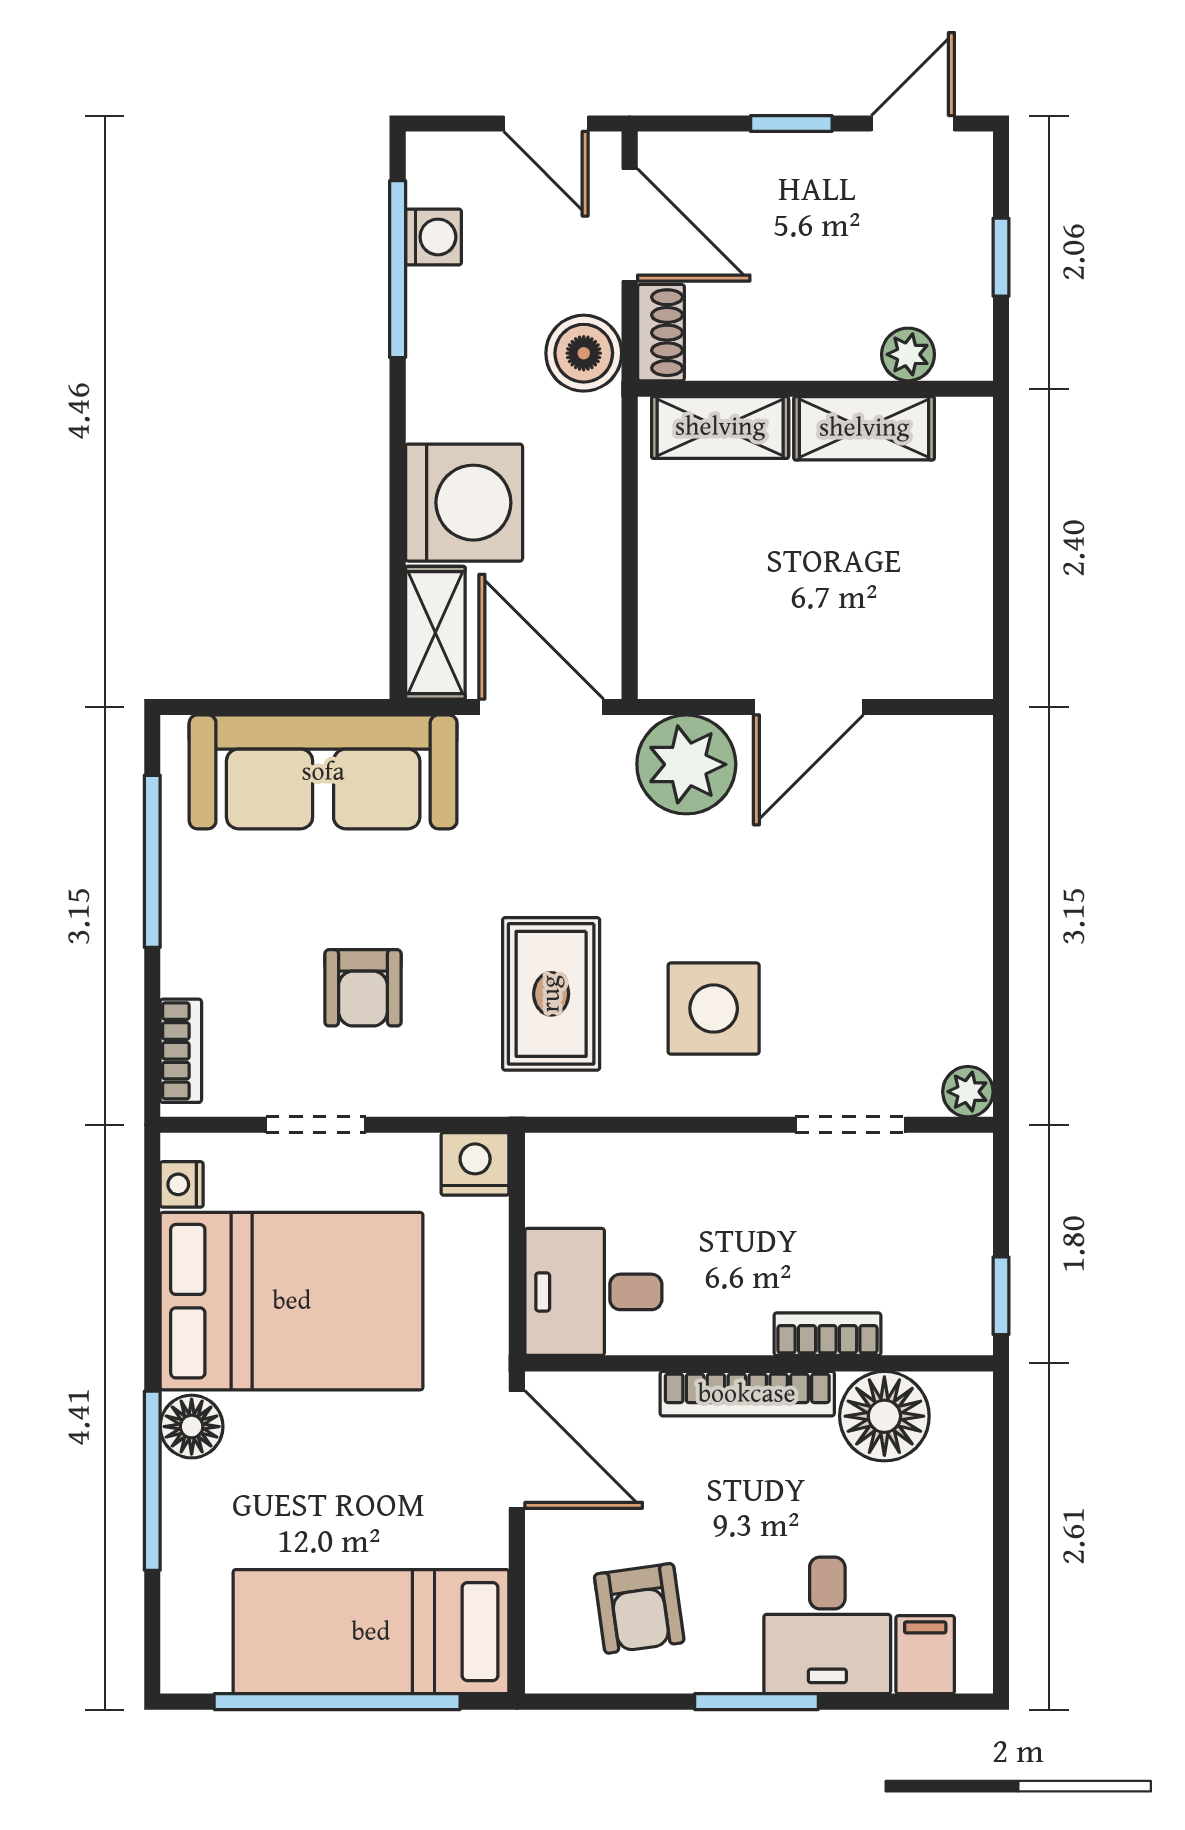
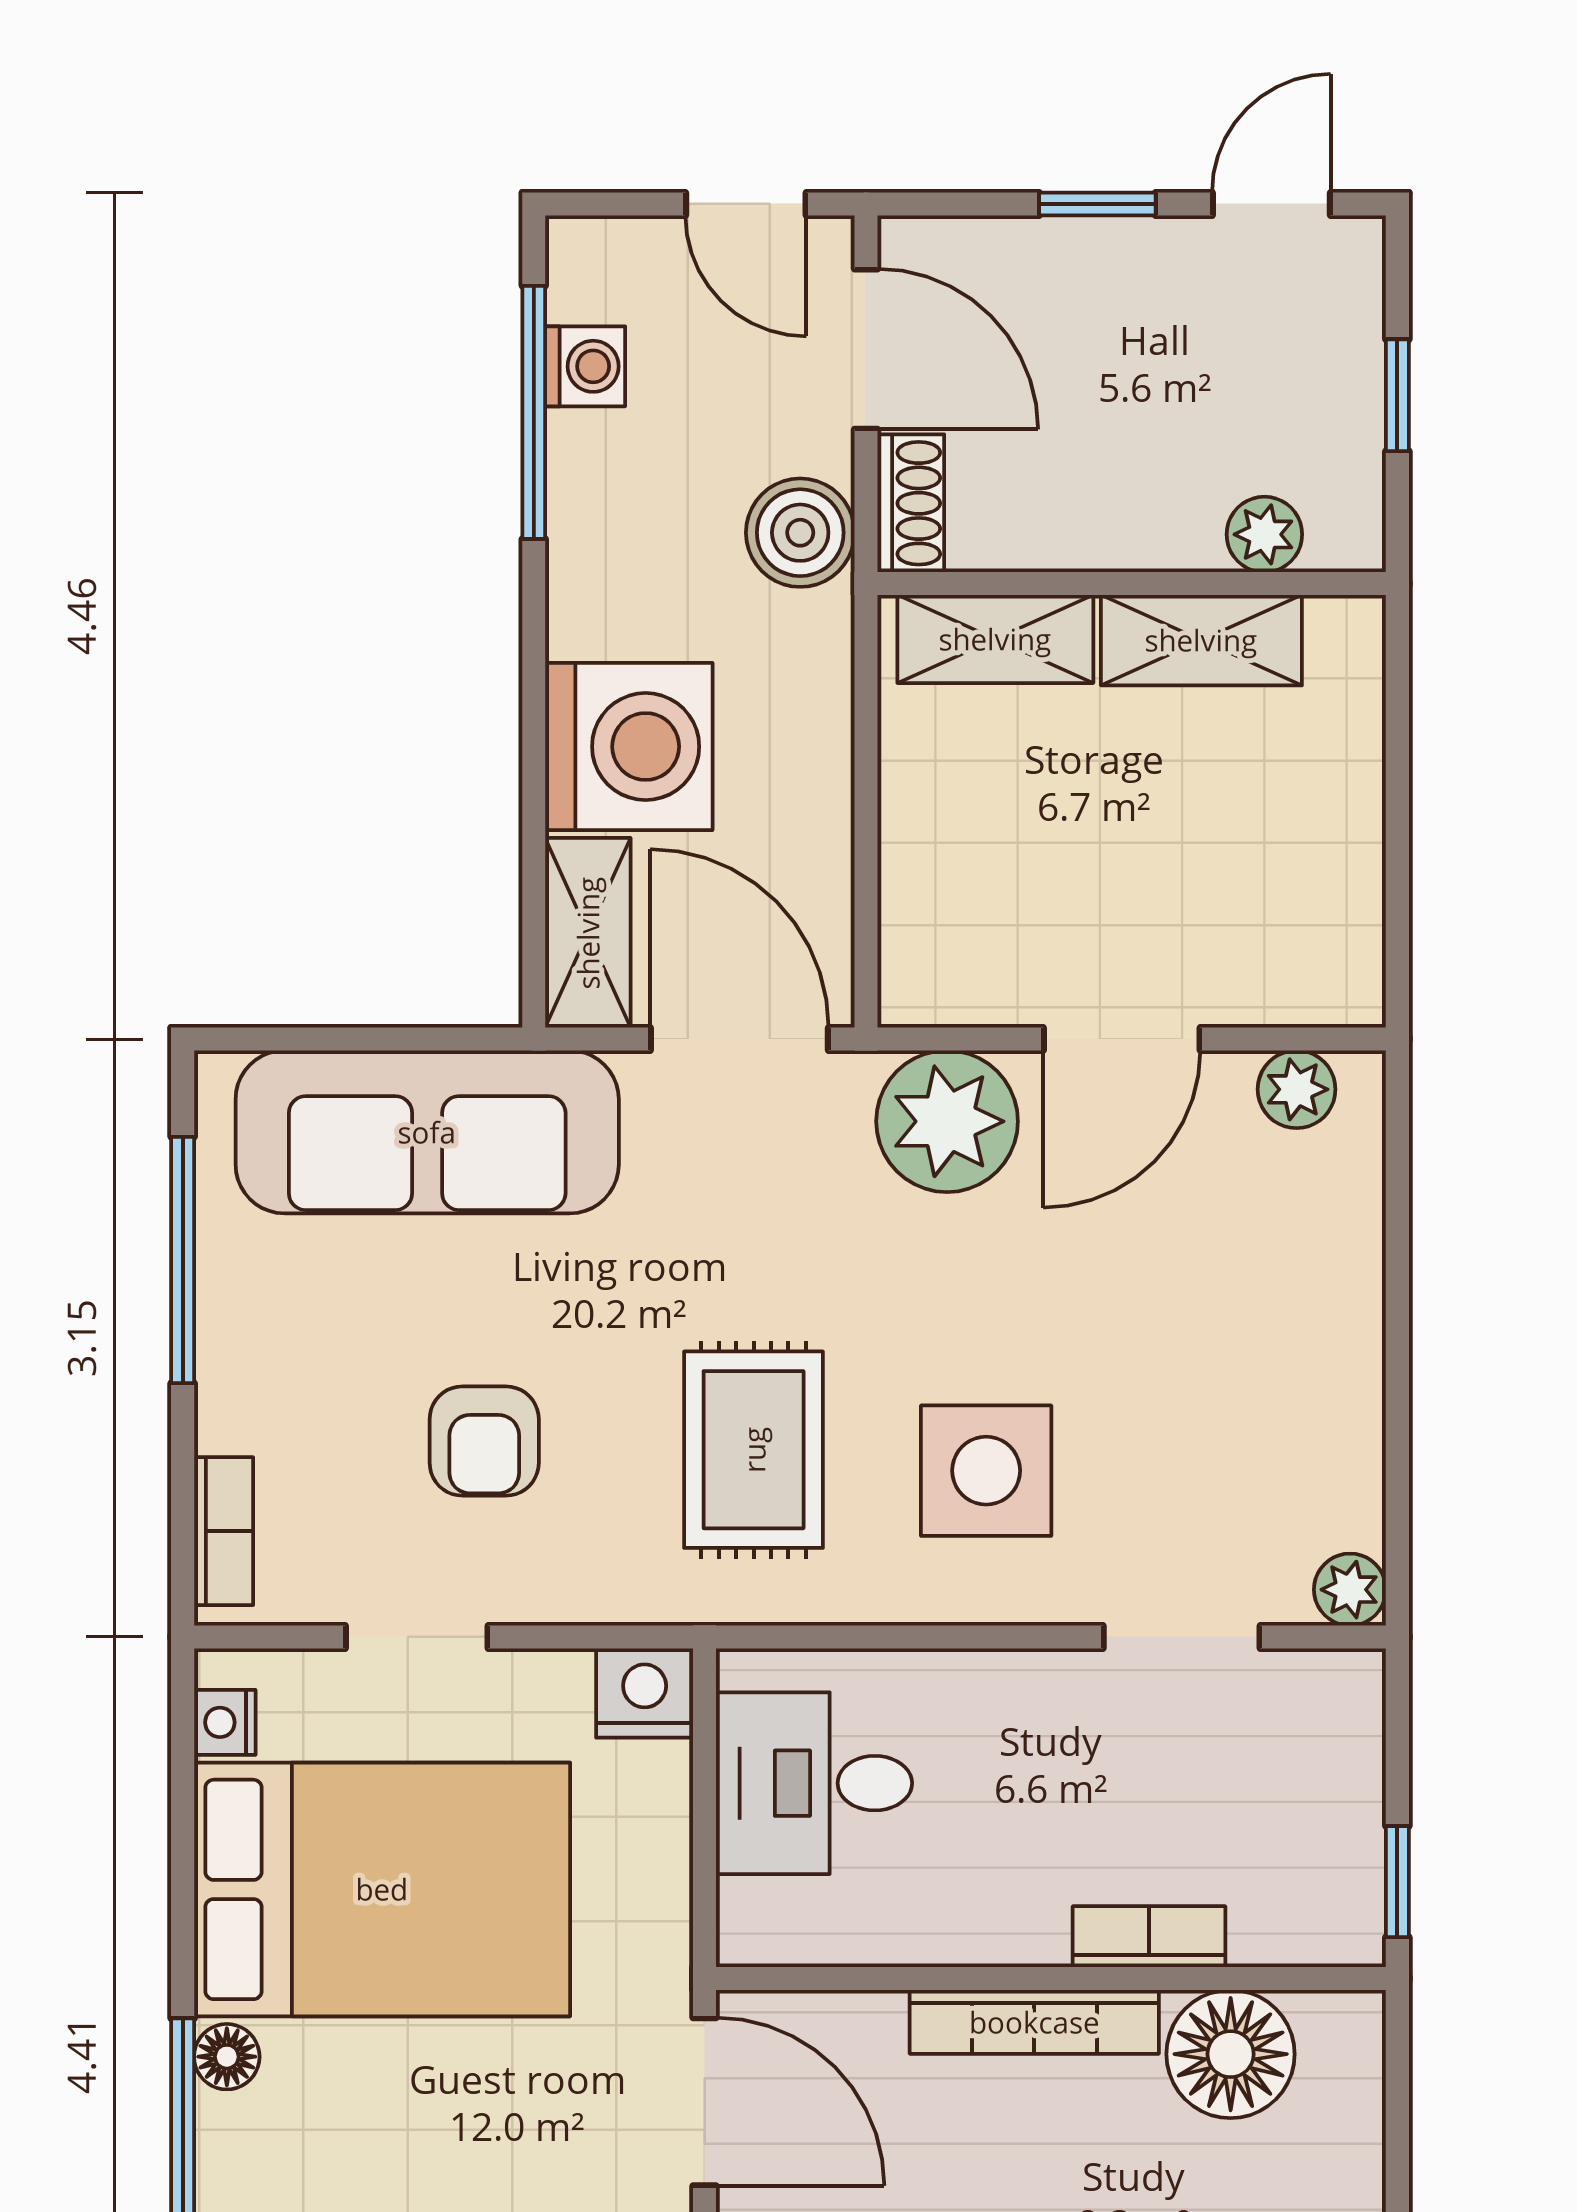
plant: (931, 742) -> (1297, 1089), added
desk: (593, 1292) -> (814, 1783), moved
floor lamp: (192, 1427) -> (227, 2057), width x0.73, depth x0.73

